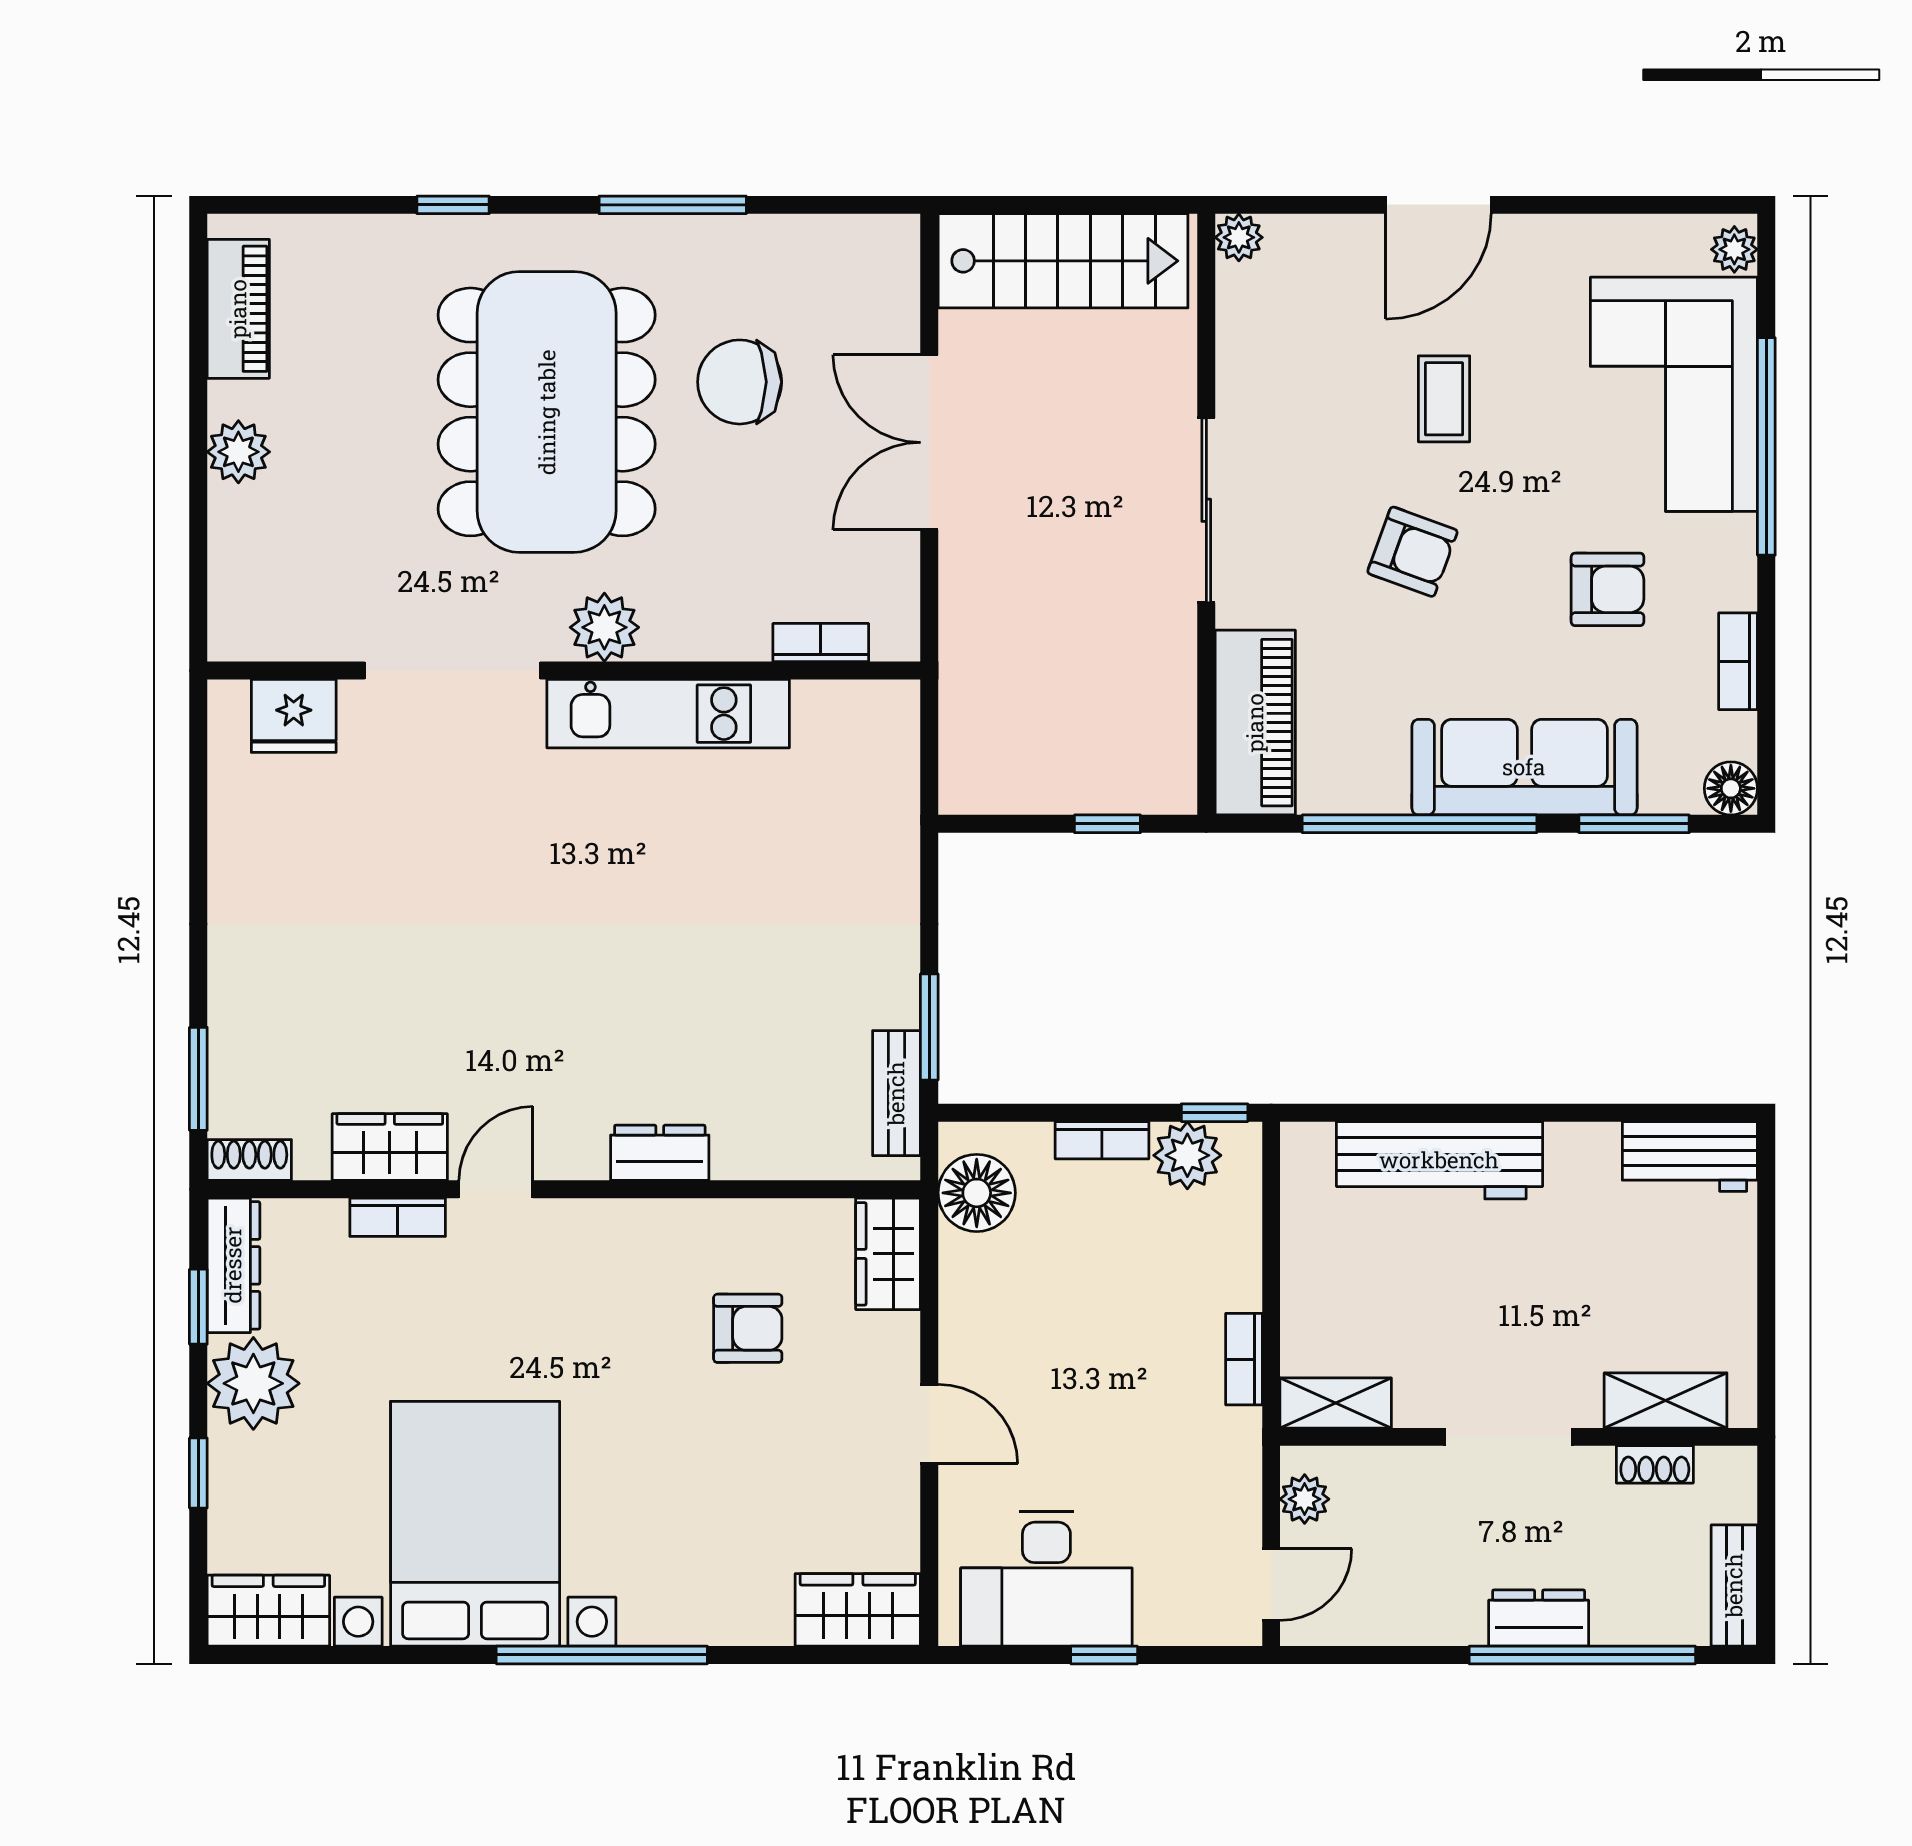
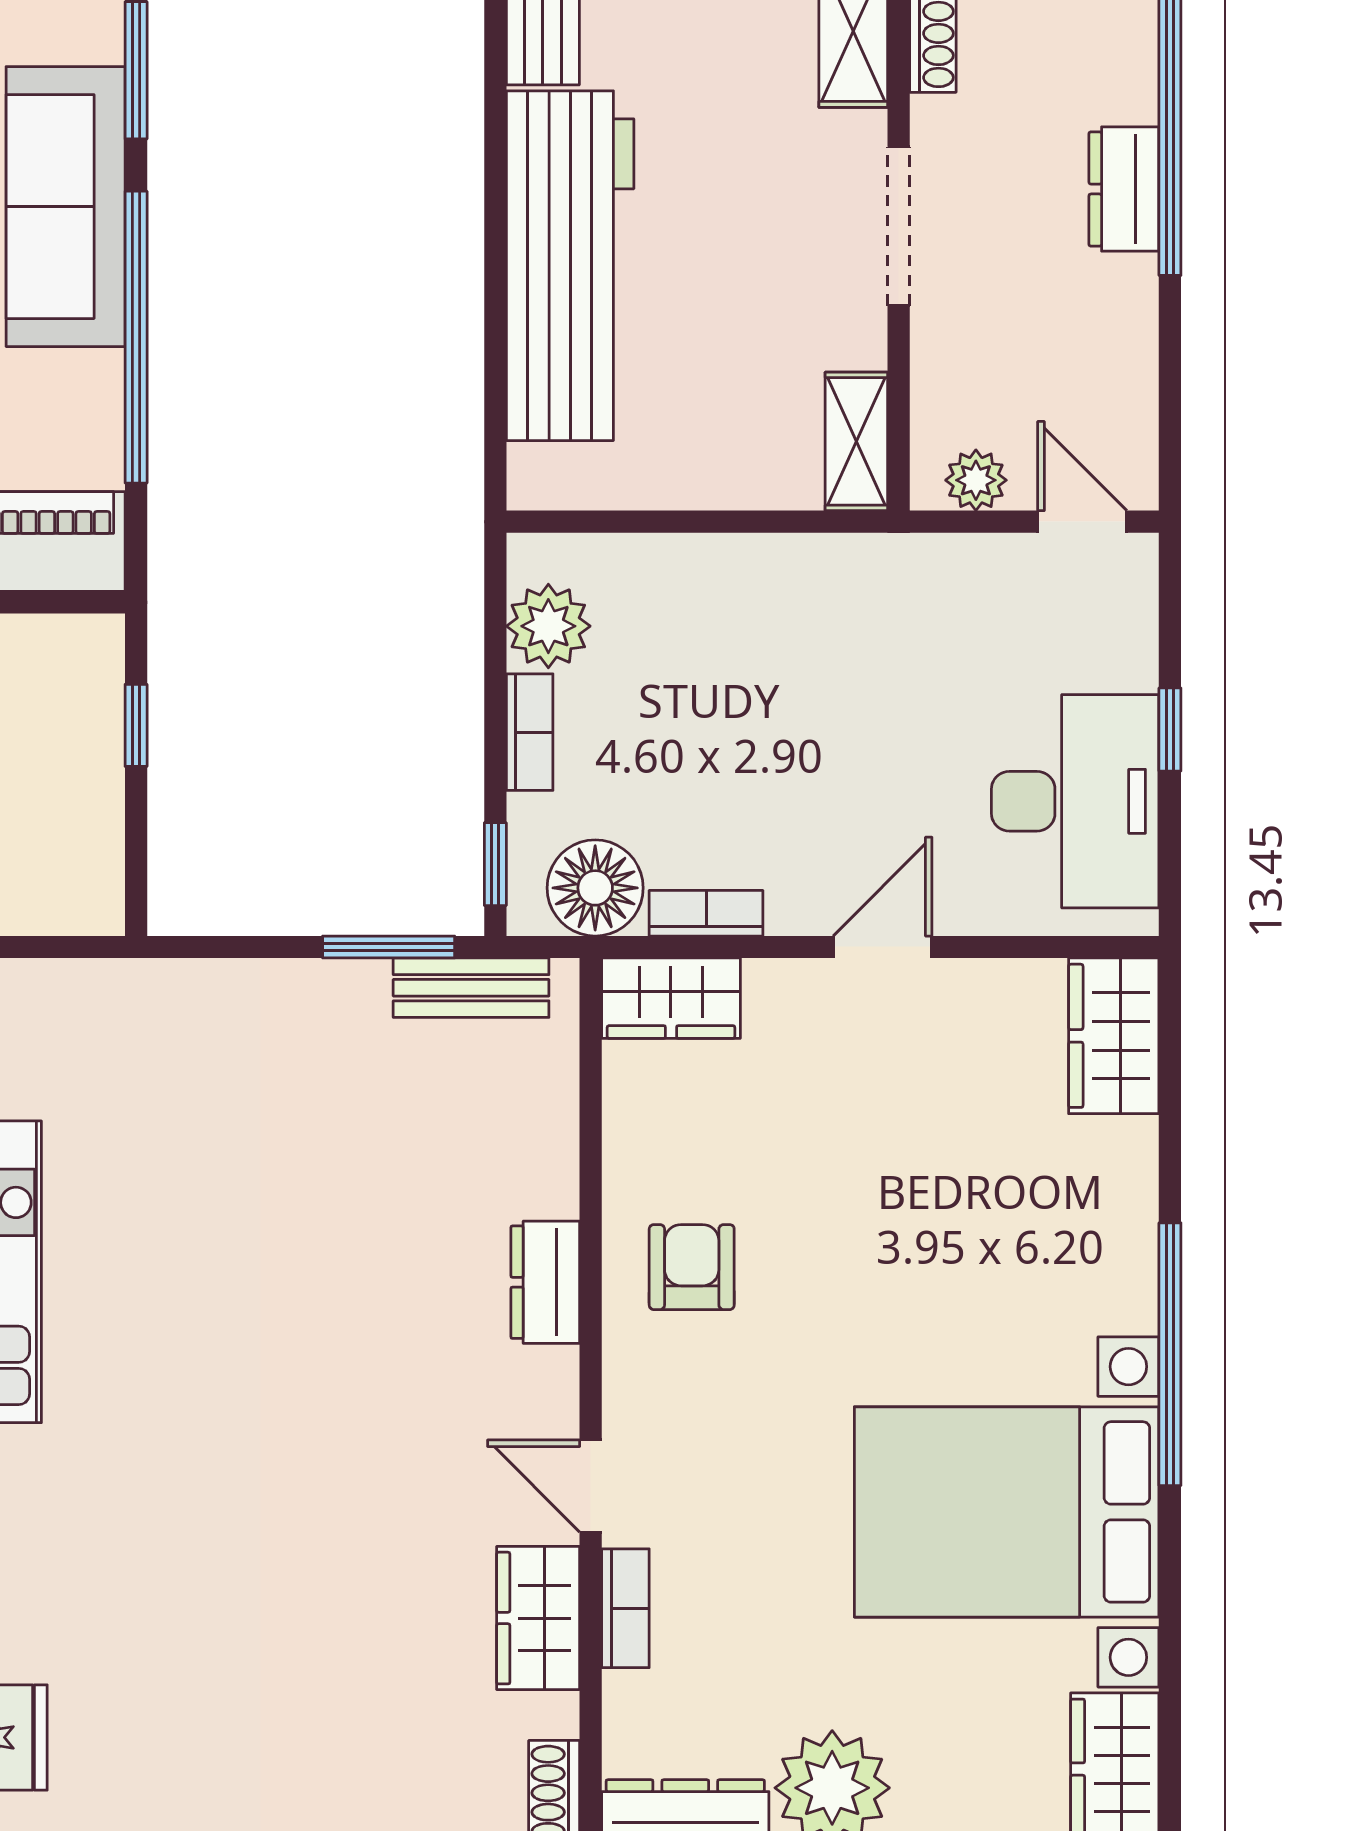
window: (1215, 1113) -> (495, 864), moved
workbench: (1439, 1160) -> (570, 266), width x1.36, depth x1.32
armchair: (748, 1328) -> (692, 1267), moved
bookcase: (1244, 1359) -> (706, 913), moved, turned 180

